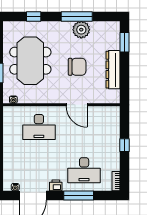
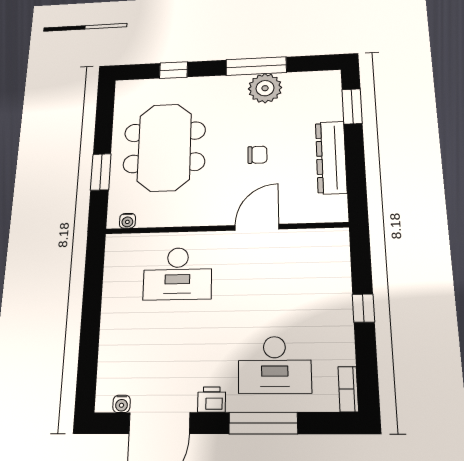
chair: (77, 67) -> (257, 155), width x0.54, depth x0.54
door: (77, 105) -> (257, 227), swing flipped

